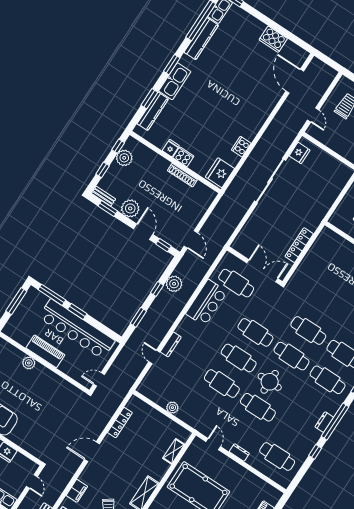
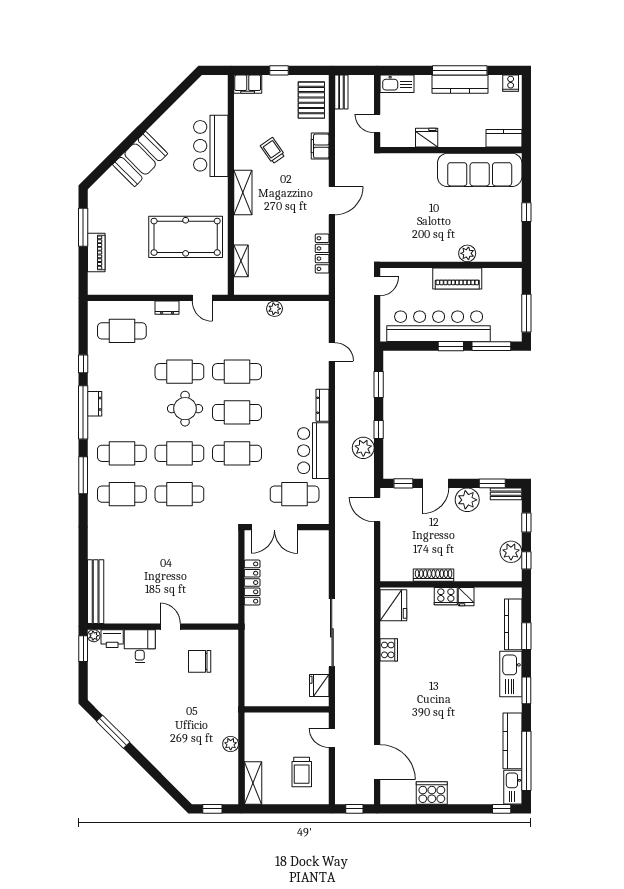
window: (328, 61) -> (354, 809), added
door: (143, 232) -> (436, 483), hinge flipped
dresser: (171, 344) -> (322, 405), moved

